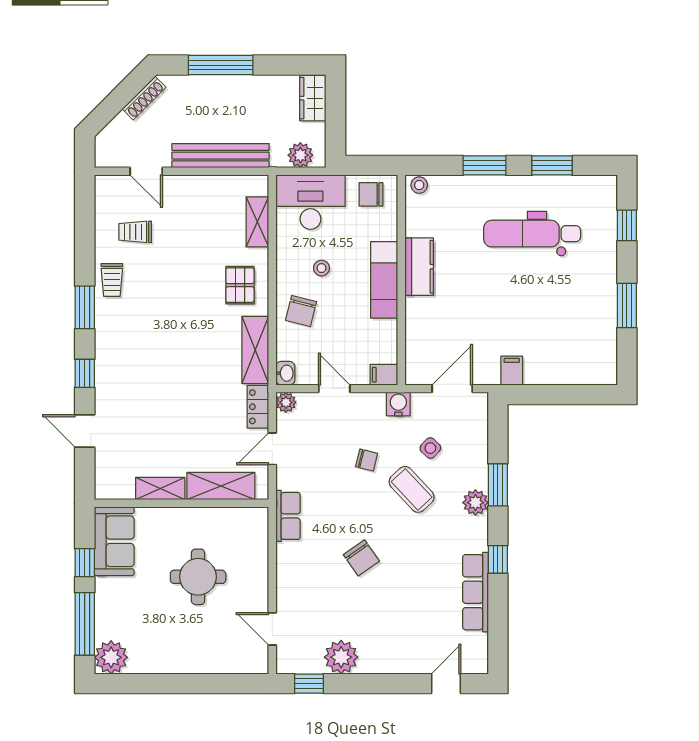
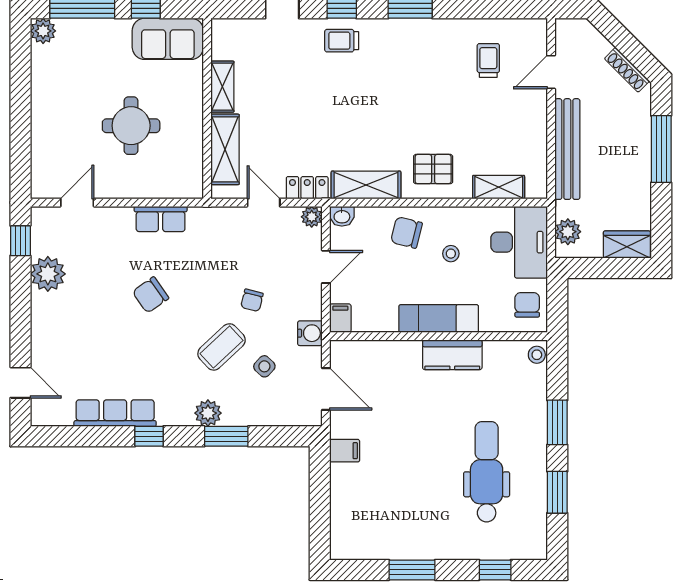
trolley: (112, 280) -> (342, 41), moved
row of seats: (288, 516) -> (161, 219), moved
plant: (111, 657) -> (43, 31), width x0.73, depth x0.73

